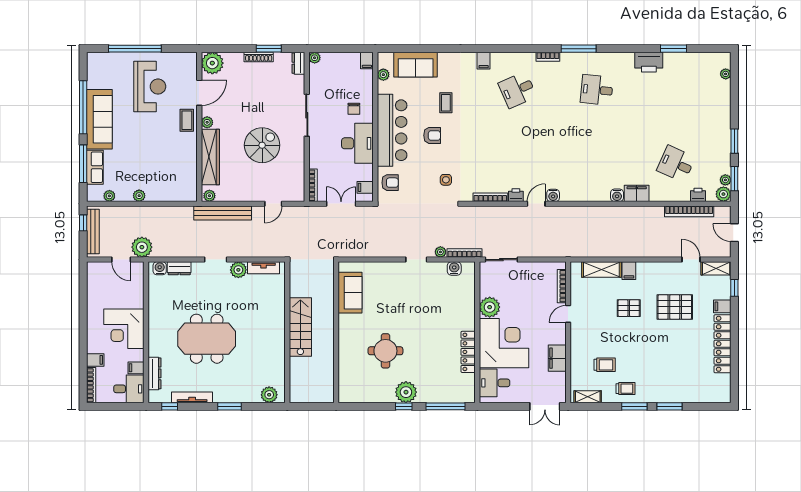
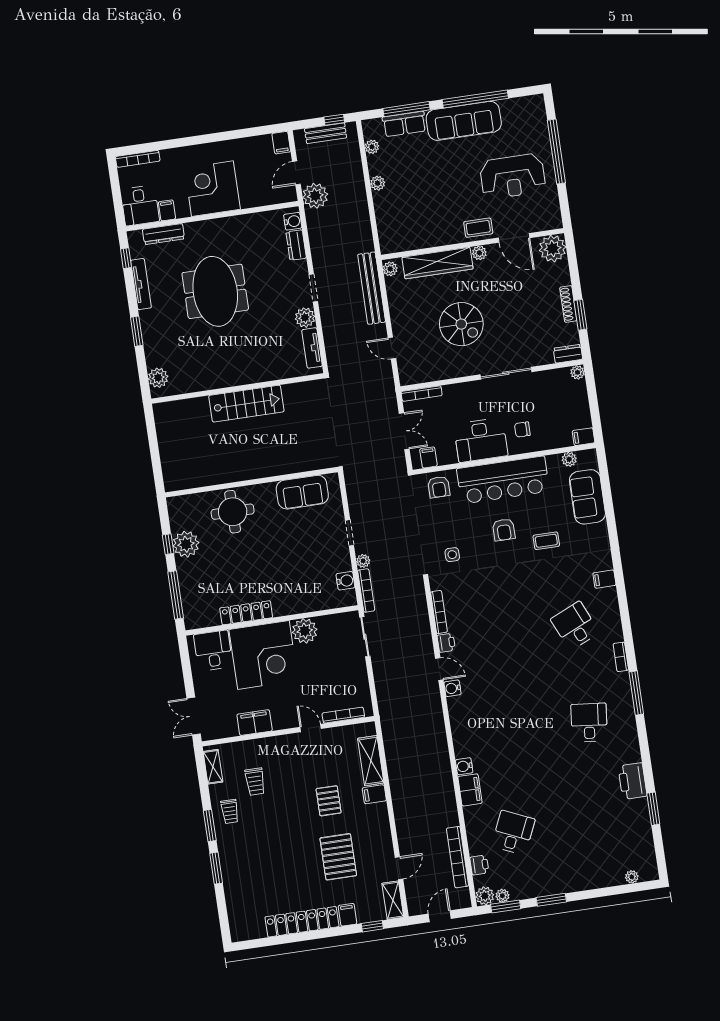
bench: (93, 231) -> (326, 133), width x0.73
sofa: (350, 293) -> (302, 492), moved
wall: (336, 332) -> (251, 482), moved
filing cabinet: (95, 360) -> (281, 143), moved

